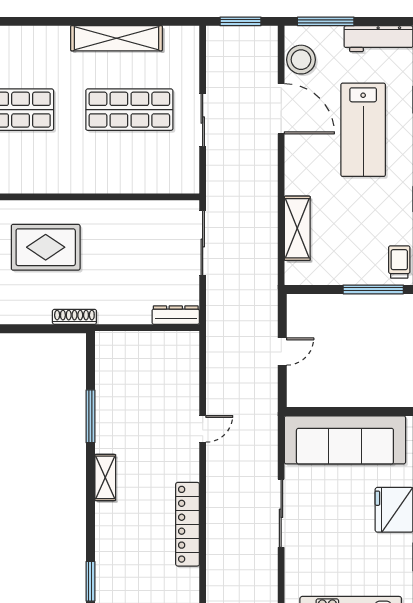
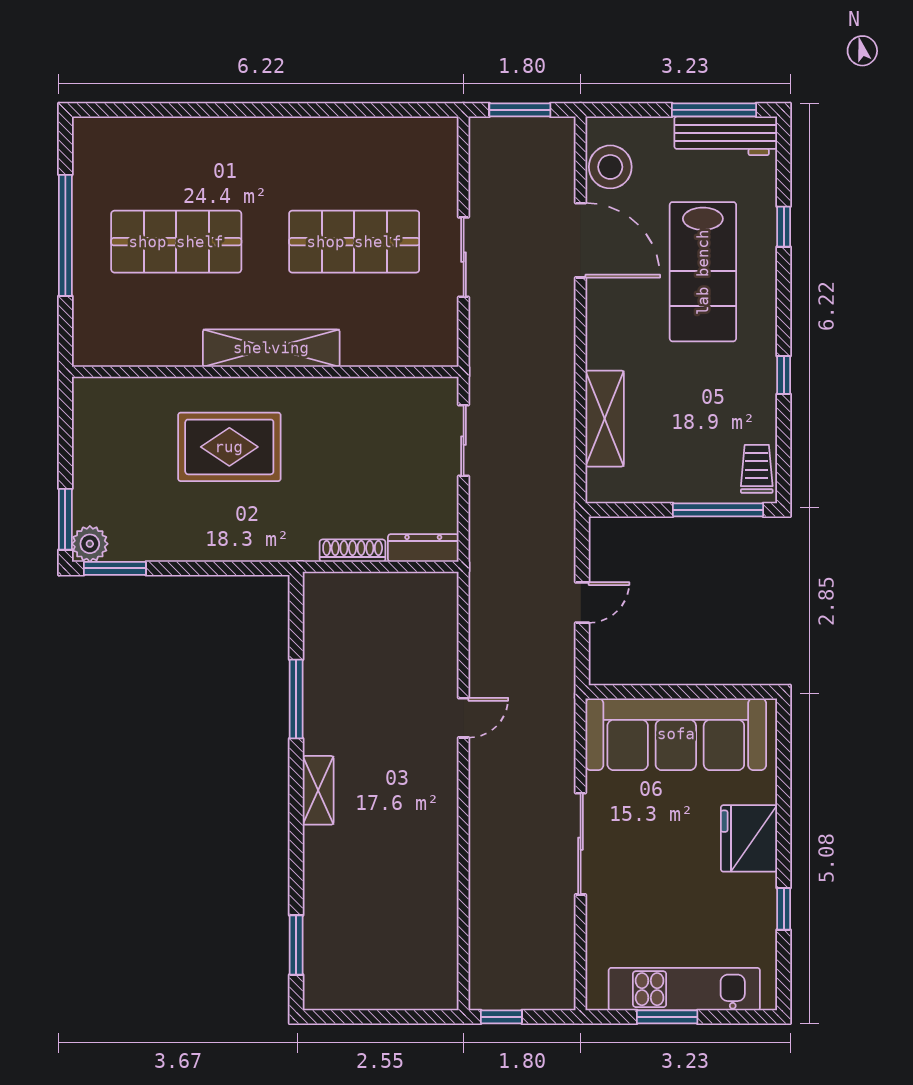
window: (326, 21) -> (714, 110), moved
shelving: (117, 38) -> (271, 348), moved
sliding door: (203, 243) -> (464, 441), width x0.73
shoe rack: (74, 317) -> (353, 551), moved
locker: (188, 524) -> (441, 860), removed

